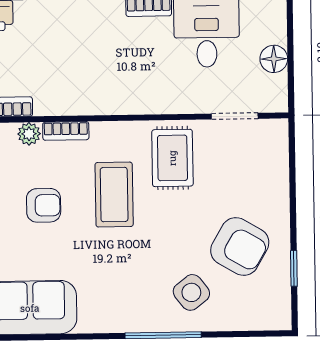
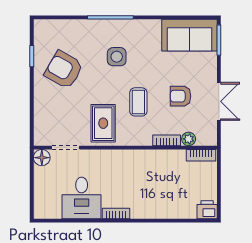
floor lamp: (274, 59) -> (42, 158), moved
coffee table: (114, 195) -> (138, 102), width x0.73, depth x0.77
side table: (191, 292) -> (117, 57), moved, turned 38

